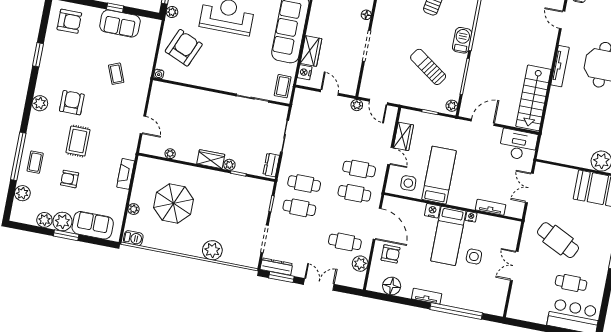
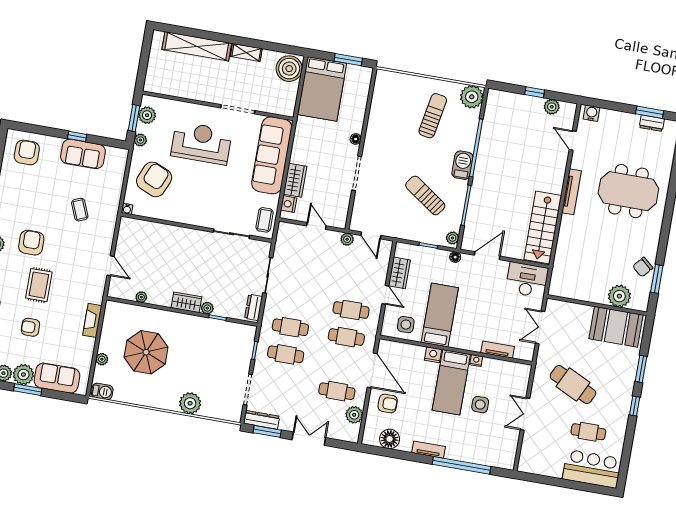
armchair: (69, 21) -> (27, 152), turned -90
floor lamp: (454, 123) -> (455, 257), added

